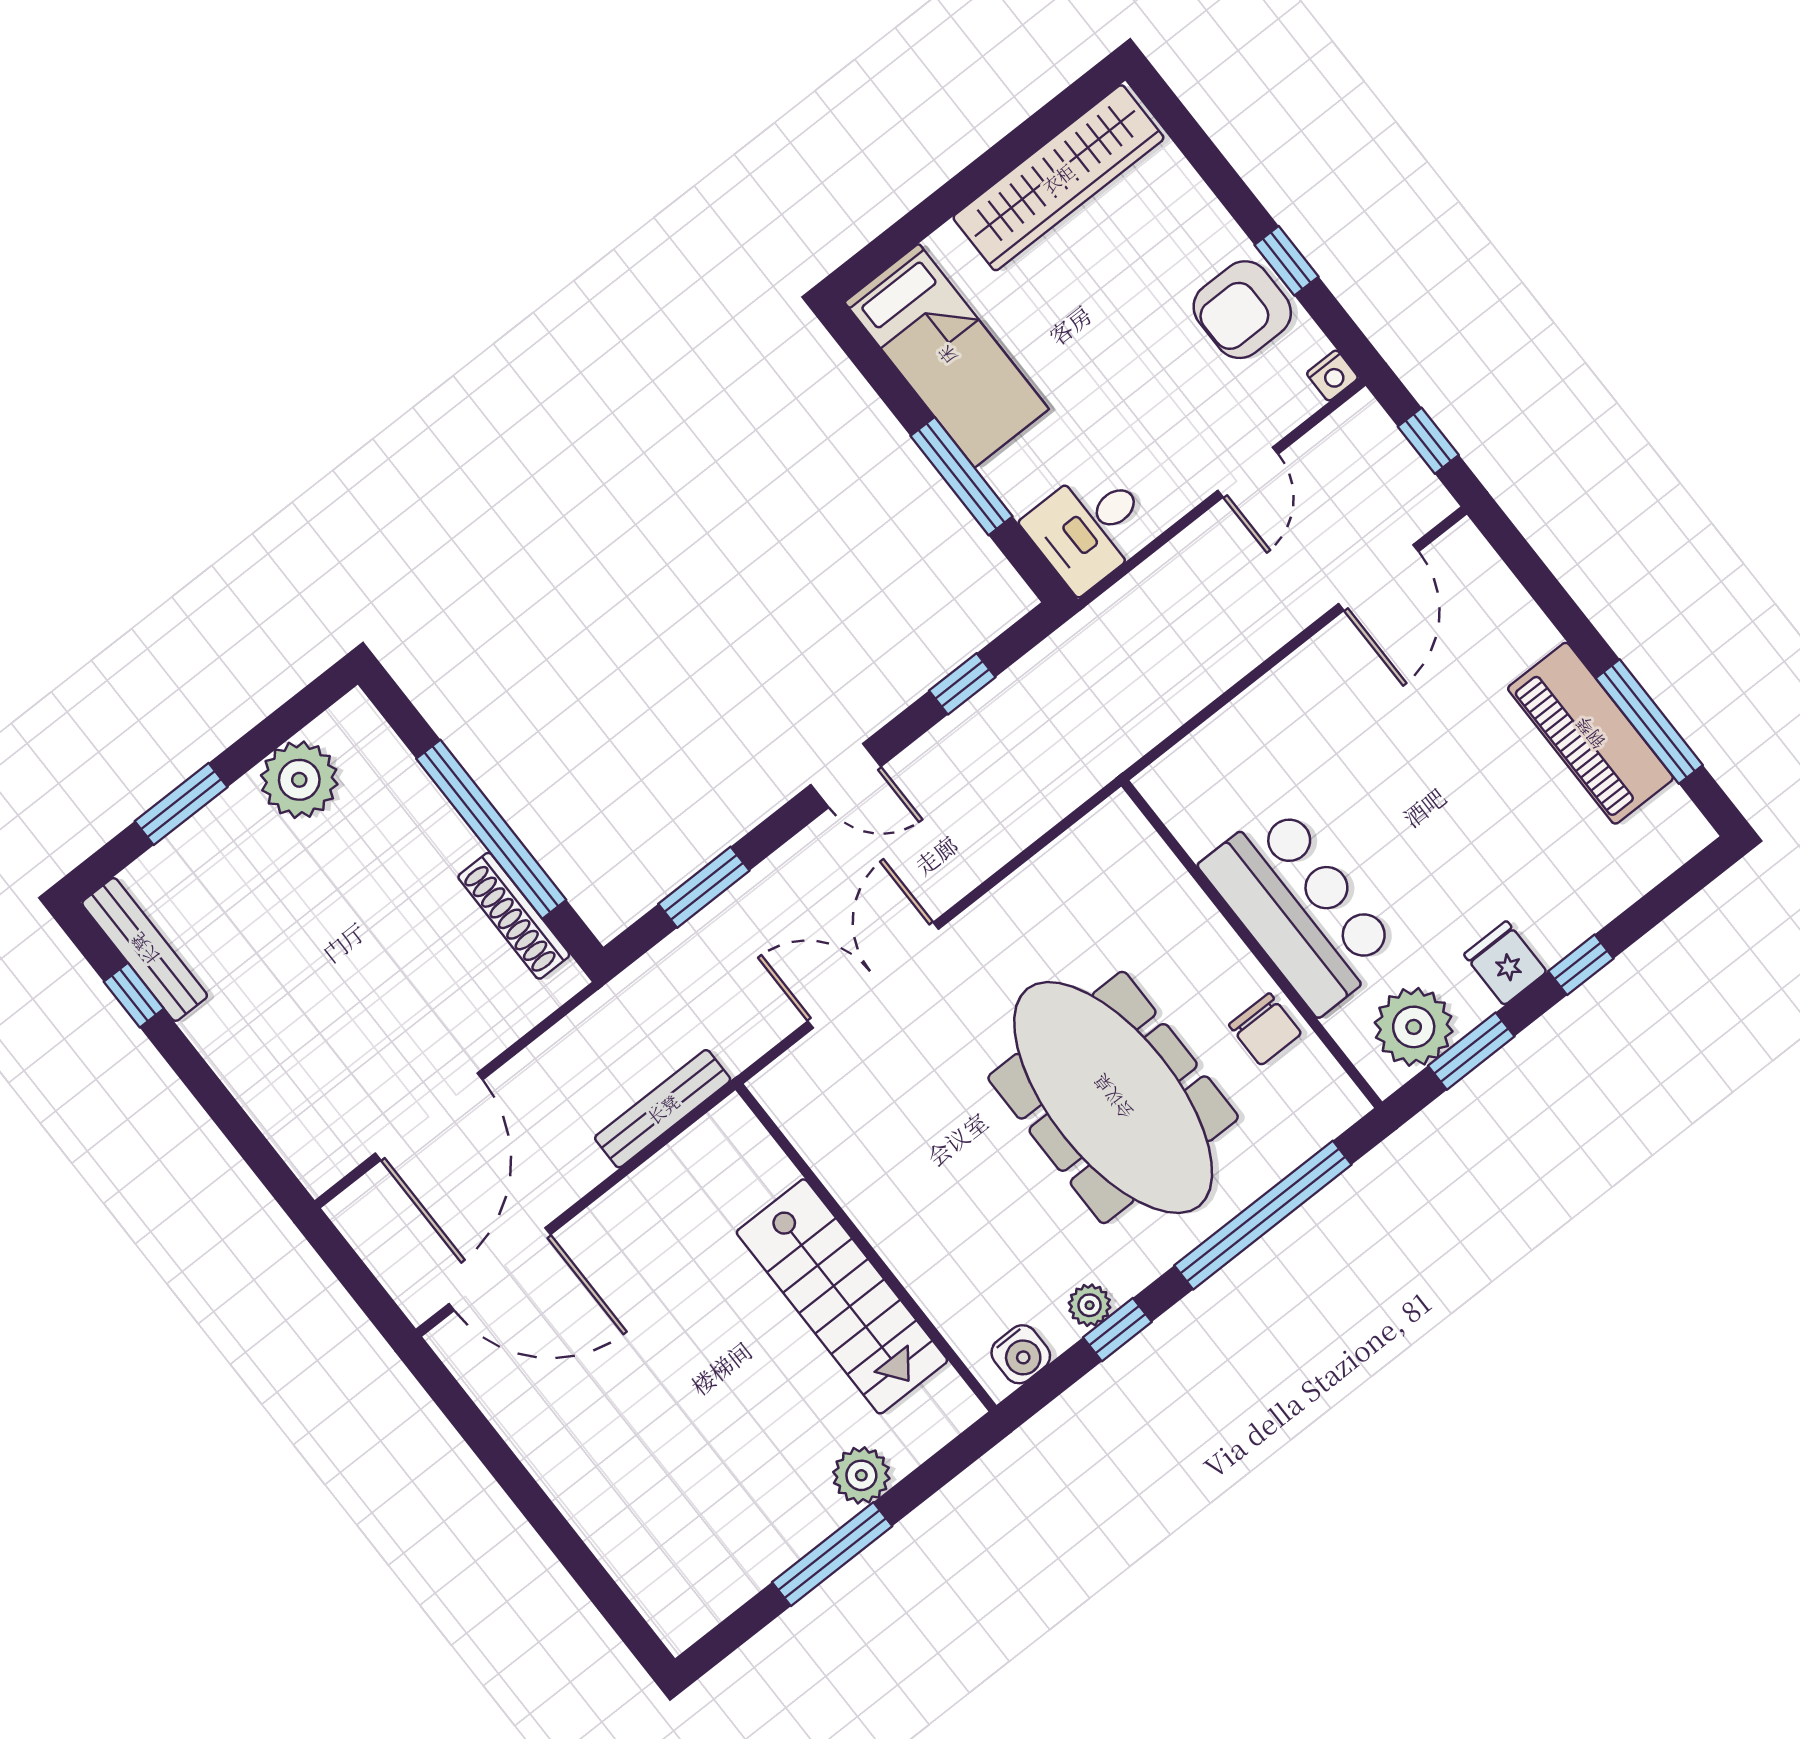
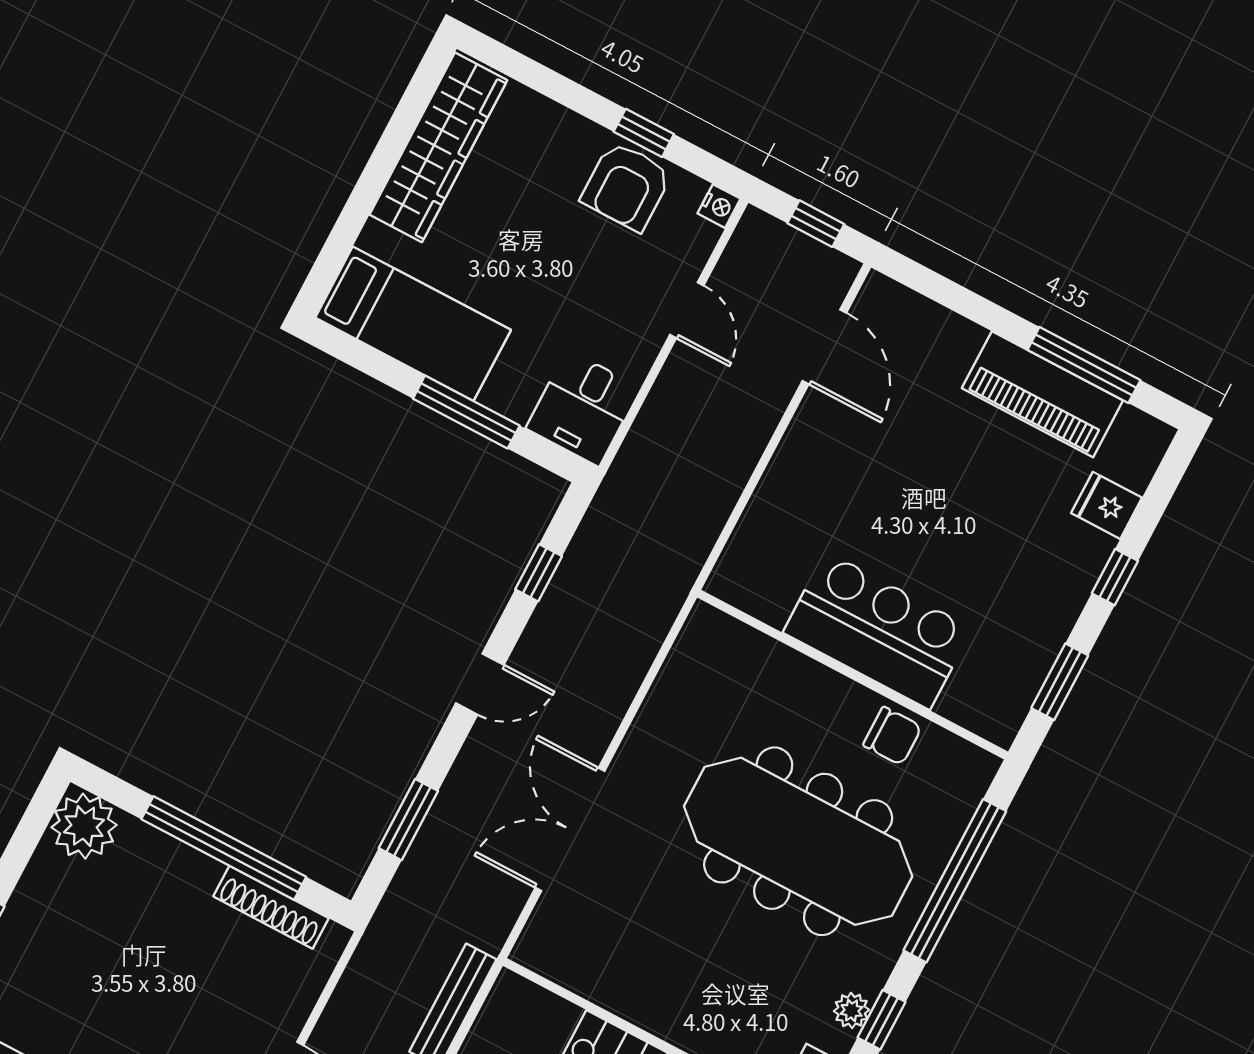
plant: (299, 780) -> (84, 826), moved
fridge: (1505, 963) -> (1107, 505), moved
plant: (1414, 1027) -> (1007, 683), removed

